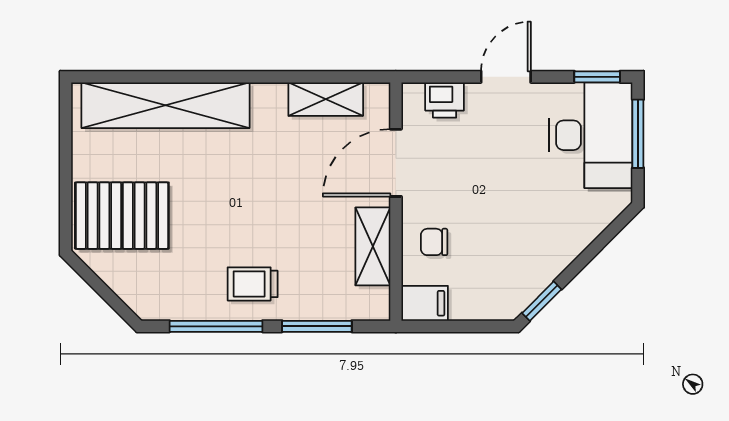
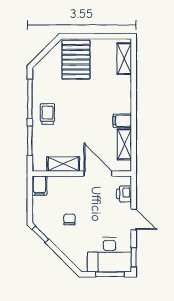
filing cabinet: (269, 104) -> (122, 121), added
shelving: (165, 105) -> (124, 59), width x0.45, depth x0.75
chair: (434, 242) -> (69, 219), moved

